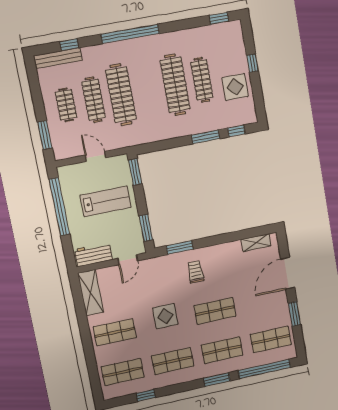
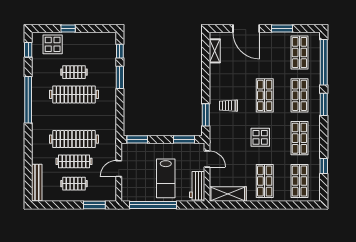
window: (130, 34) -> (28, 100), moved
window: (69, 45) -> (28, 172), removed
clothes rail: (202, 80) -> (74, 72), width x0.73
display table: (235, 87) -> (53, 44), moved
lab bench: (106, 201) -> (166, 178), moved, turned 180

